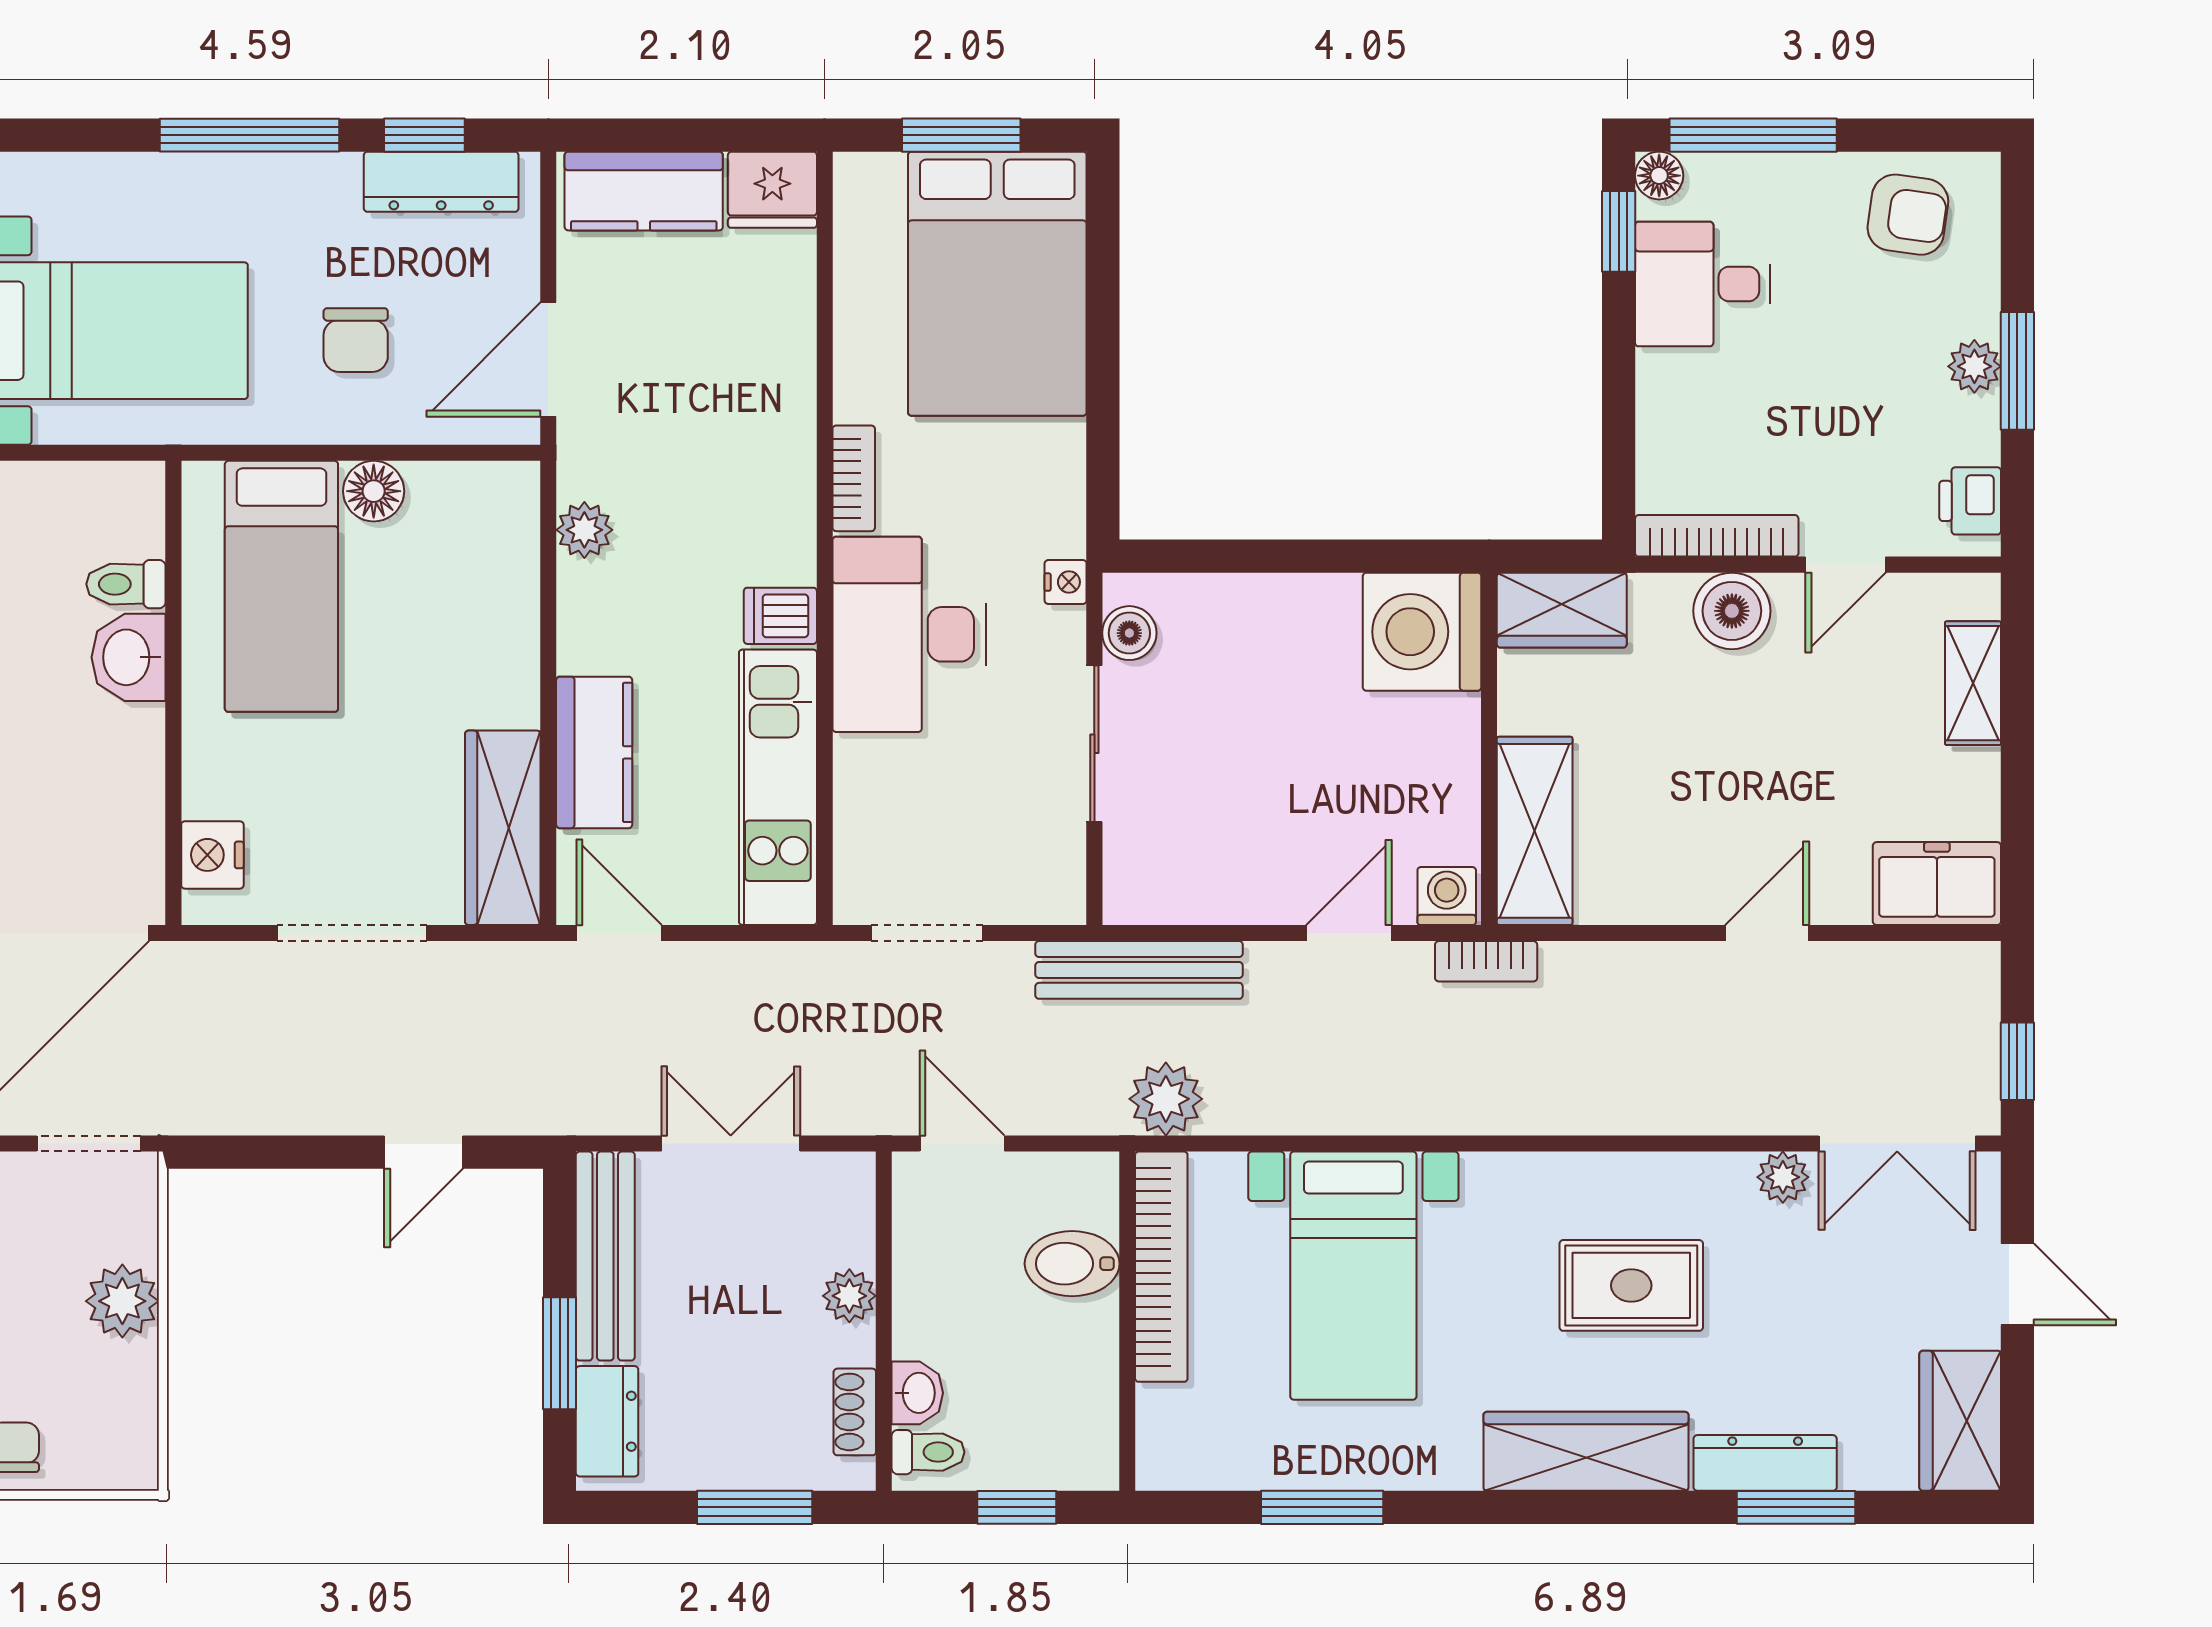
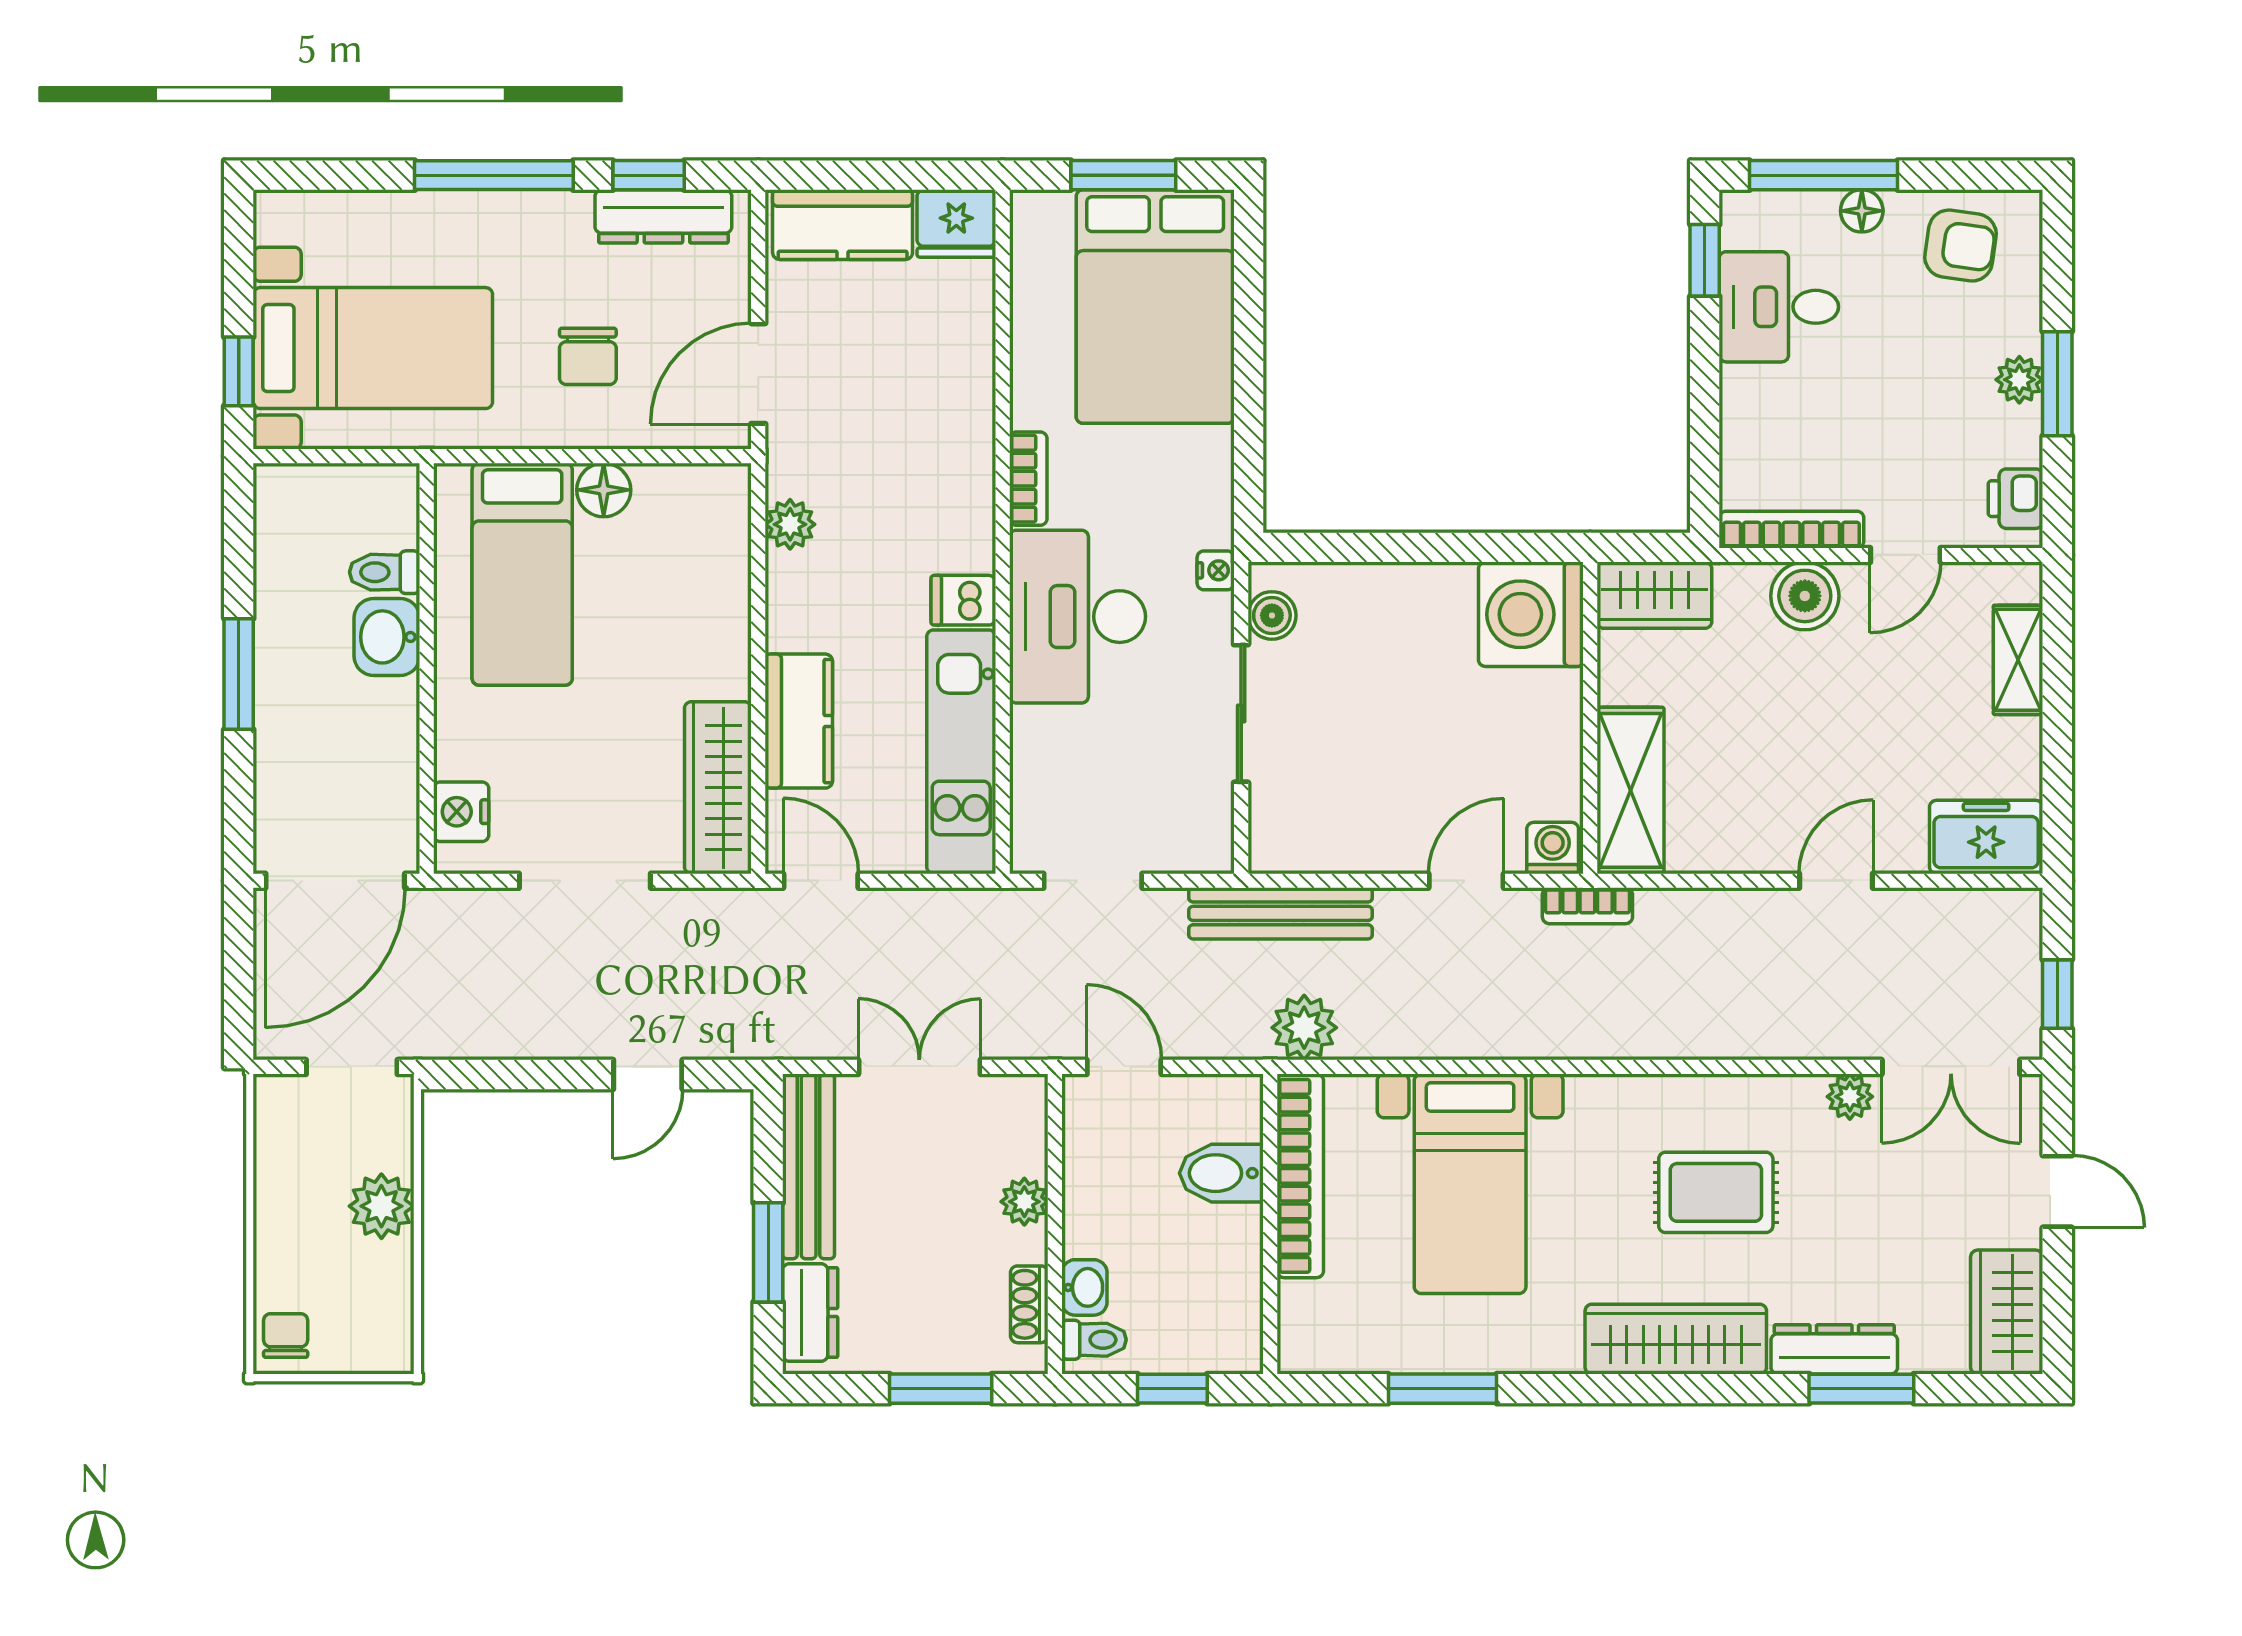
floor lamp: (1659, 176) -> (1862, 211), moved

